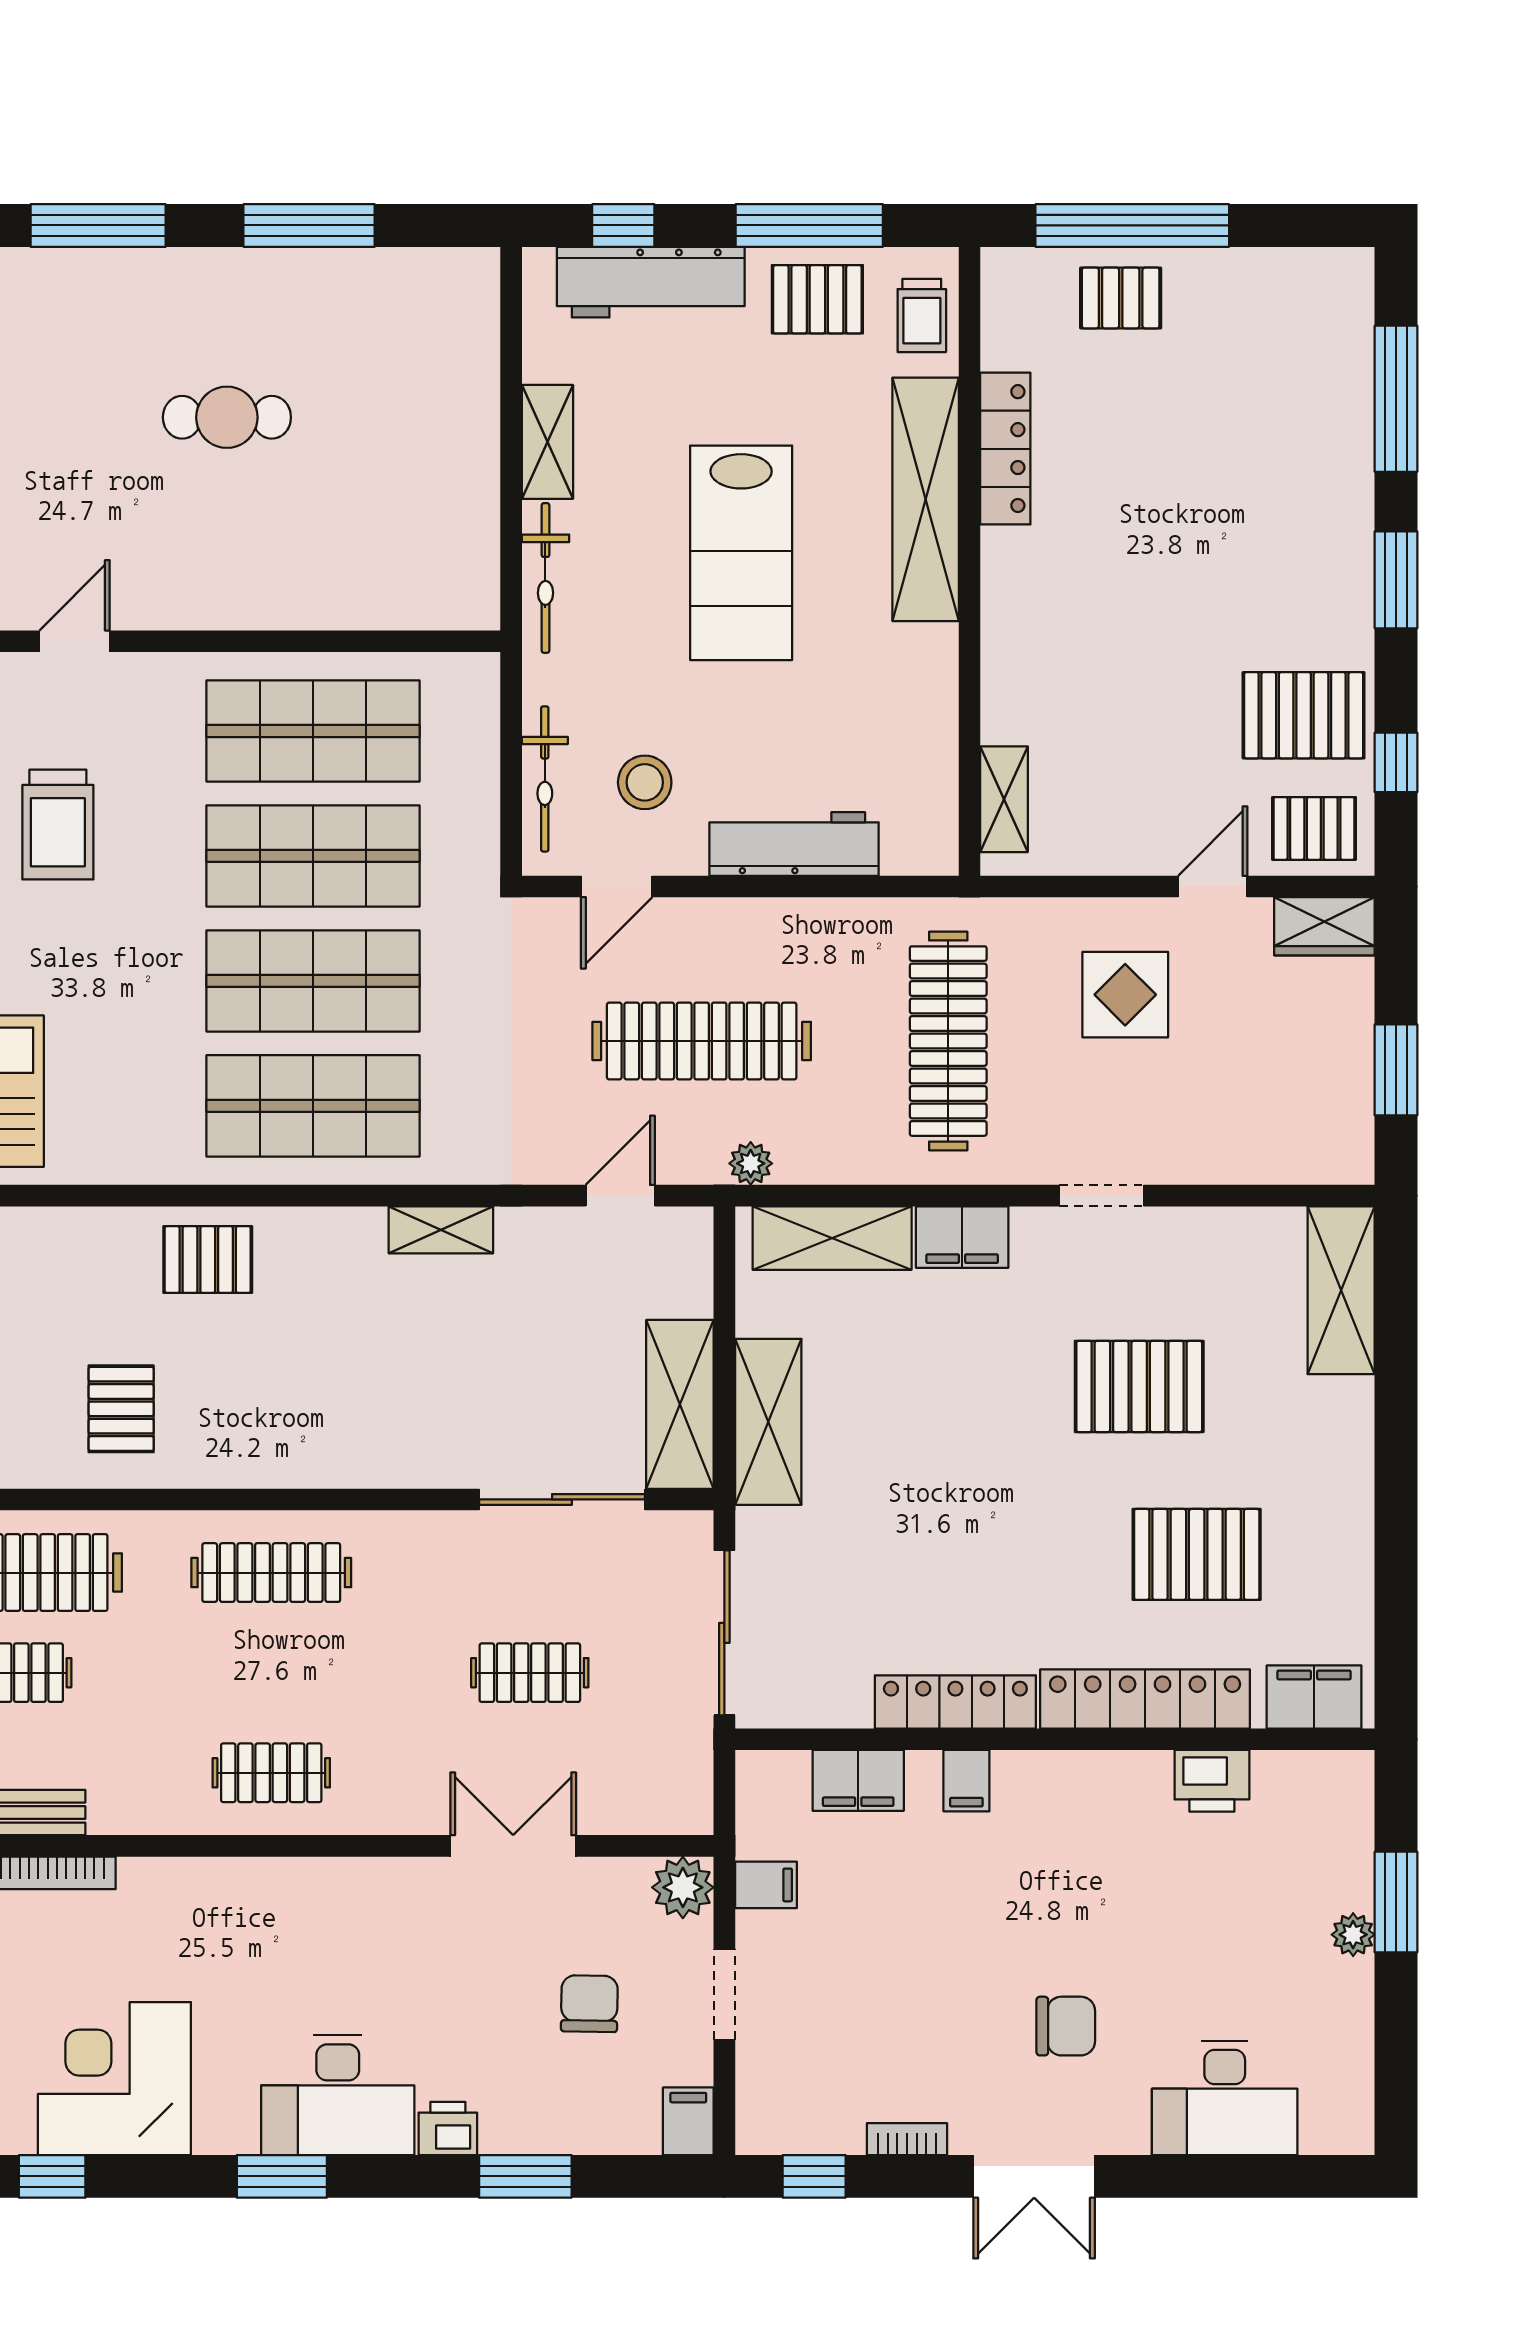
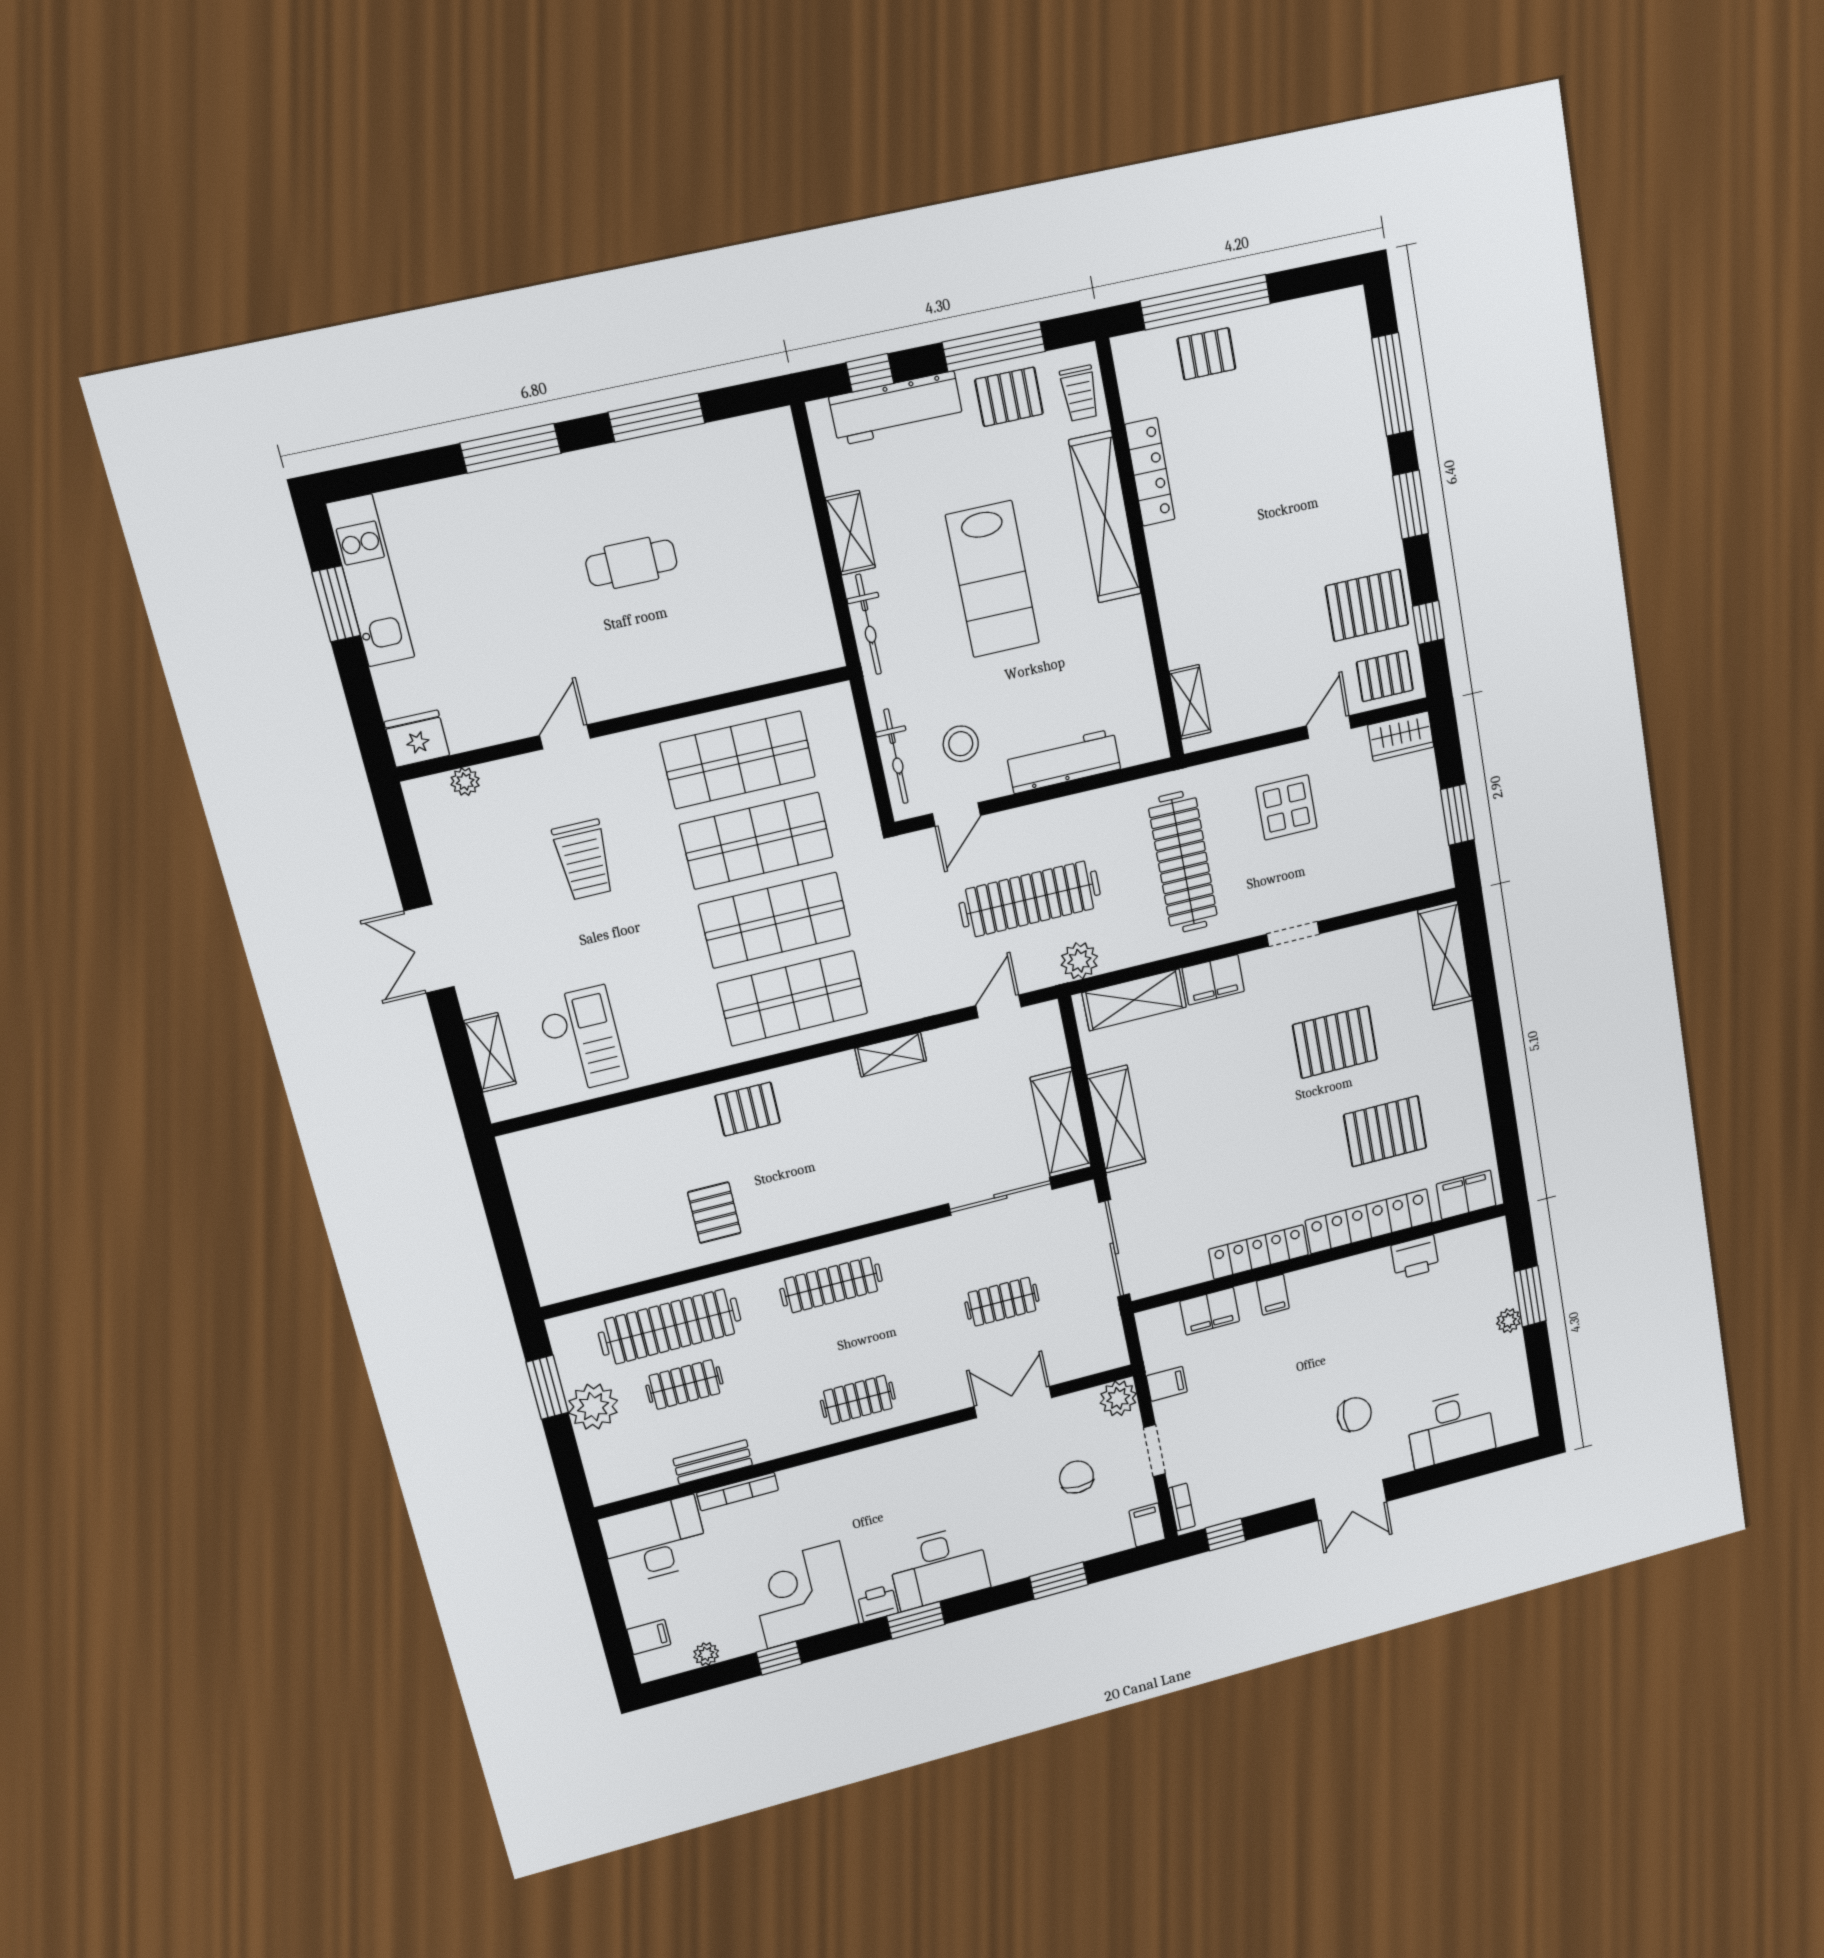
plant: (751, 1163) -> (1079, 961), width x1.38, depth x1.38
printer: (448, 2128) -> (878, 1603), moved
bookcase: (907, 2139) -> (1182, 1507), moved, turned 90

